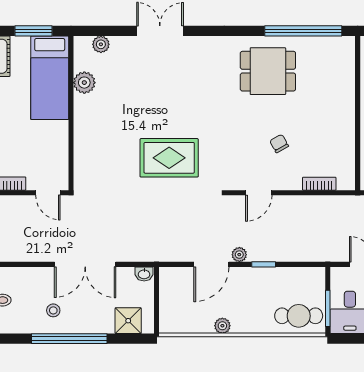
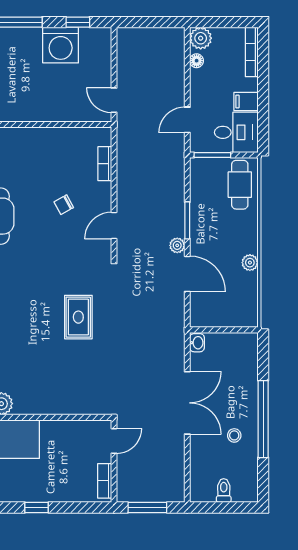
rug: (169, 158) -> (78, 317), width x0.73, depth x0.70
door: (259, 193) -> (114, 226), swing flipped
window: (264, 264) -> (187, 220), width x1.50
window: (328, 308) -> (212, 155), moved
shower: (128, 321) -> (245, 359), removed

